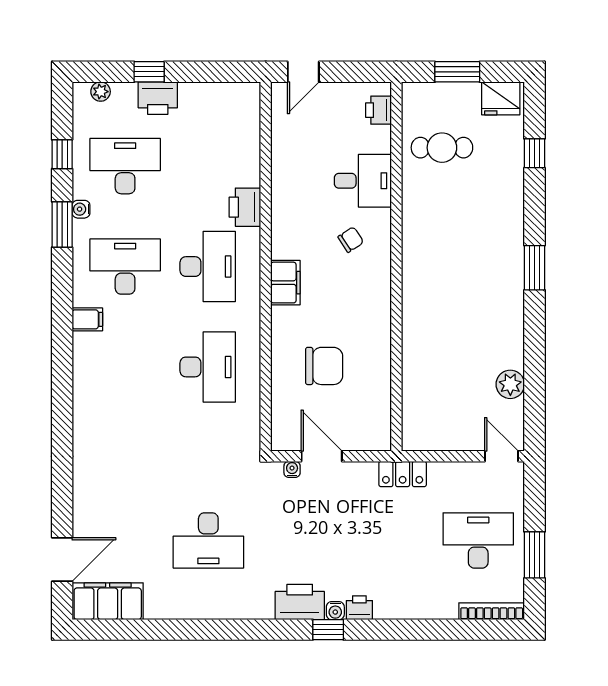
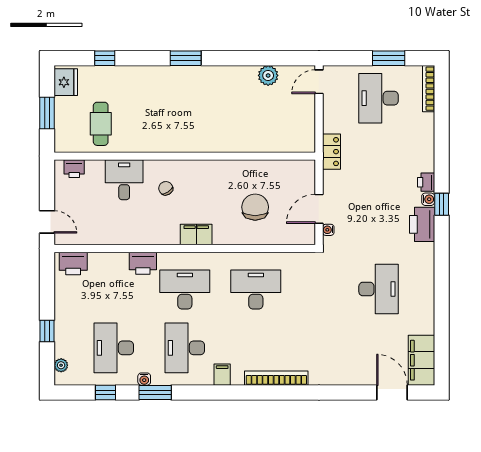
printer: (158, 98) -> (73, 264), moved, turned 90
bookcase: (82, 396) -> (276, 378), added

